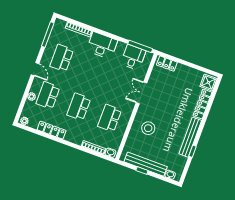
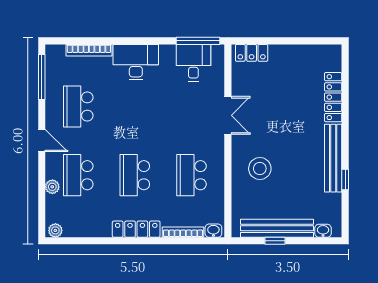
shower: (208, 82) -> (330, 59), removed
double door: (141, 93) -> (228, 115), swing flipped
locker: (52, 130) -> (136, 229), moved

